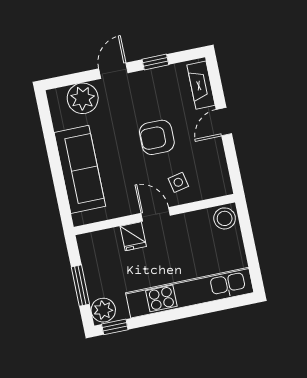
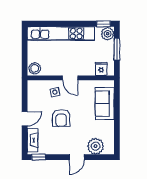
window: (155, 62) -> (39, 157), moved
armchair: (157, 137) -> (61, 118), turned 90
sofa: (80, 169) -> (105, 104), width x0.73
fridge: (133, 236) -> (101, 69), moved

